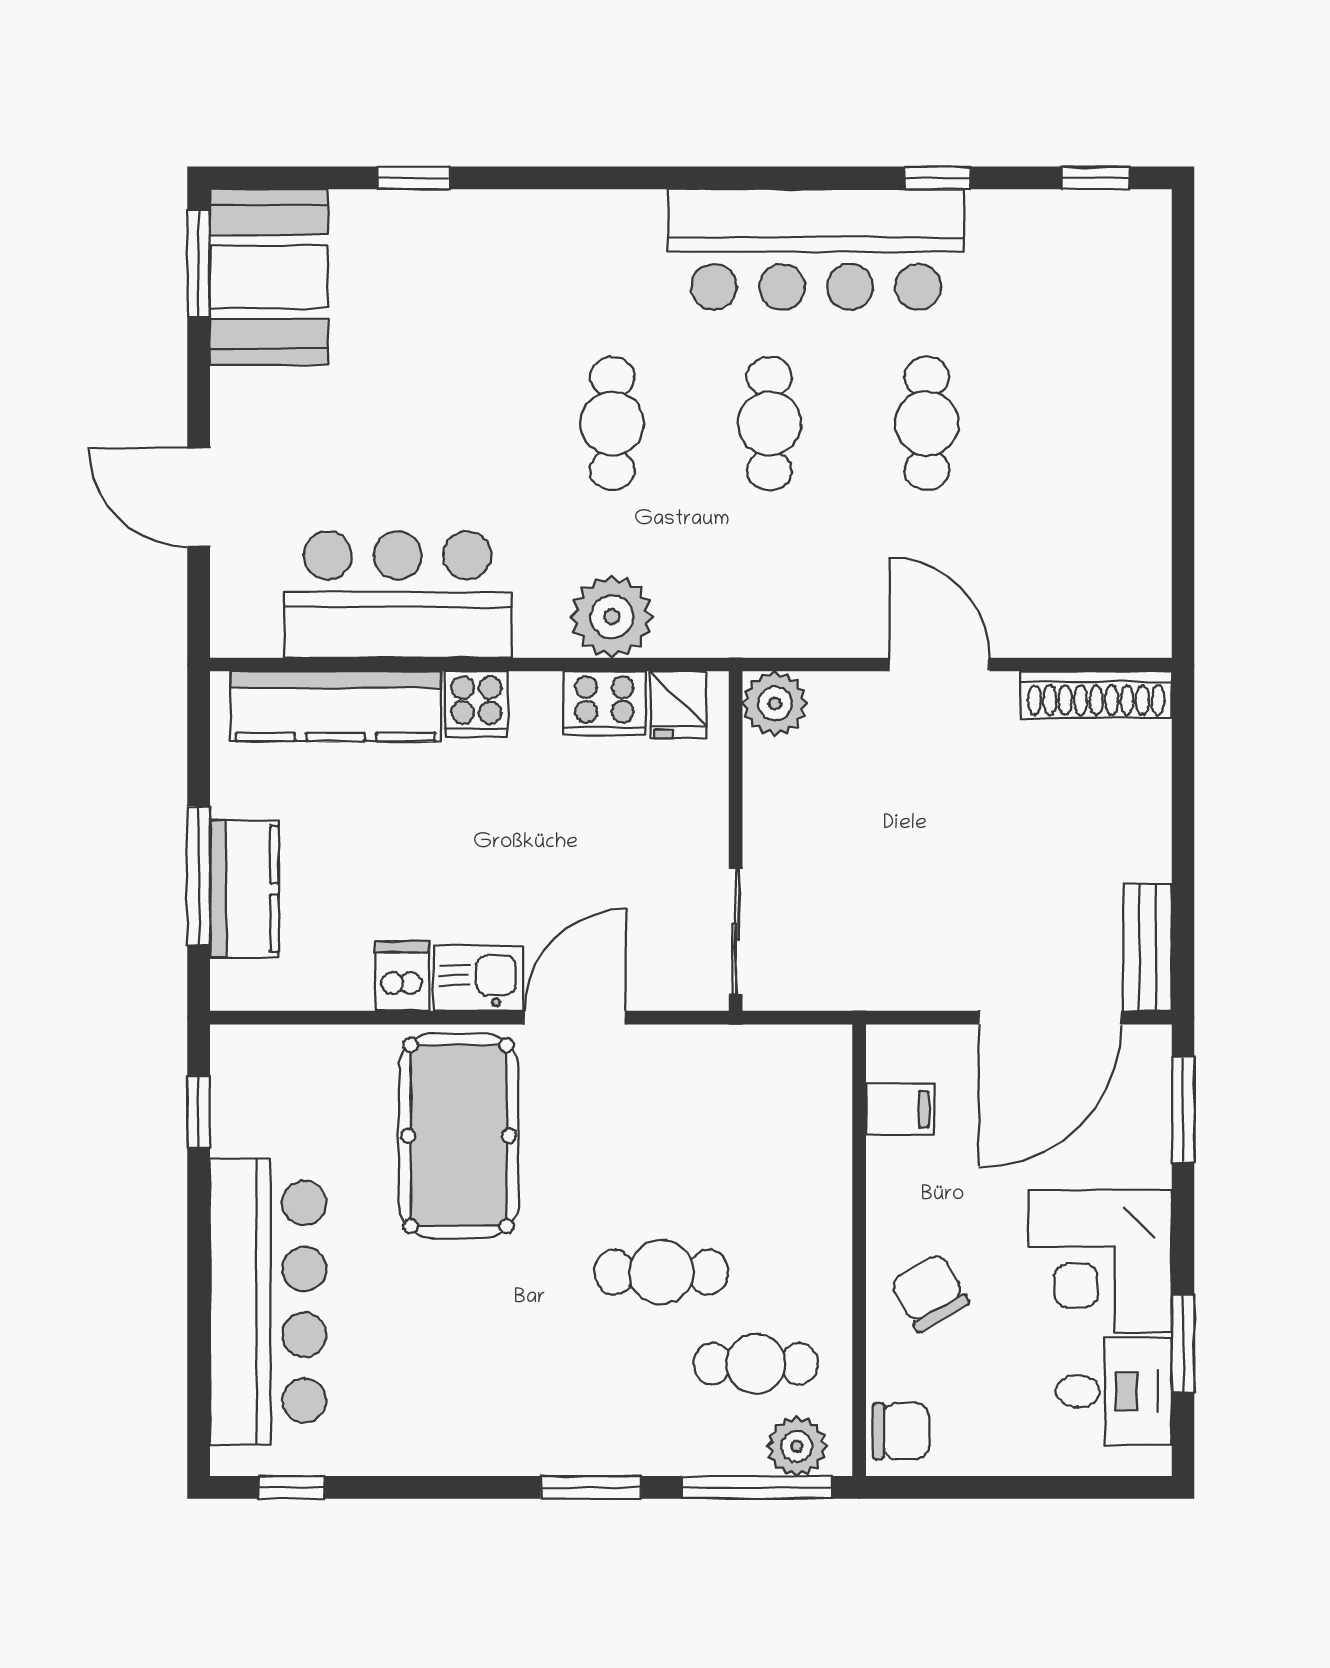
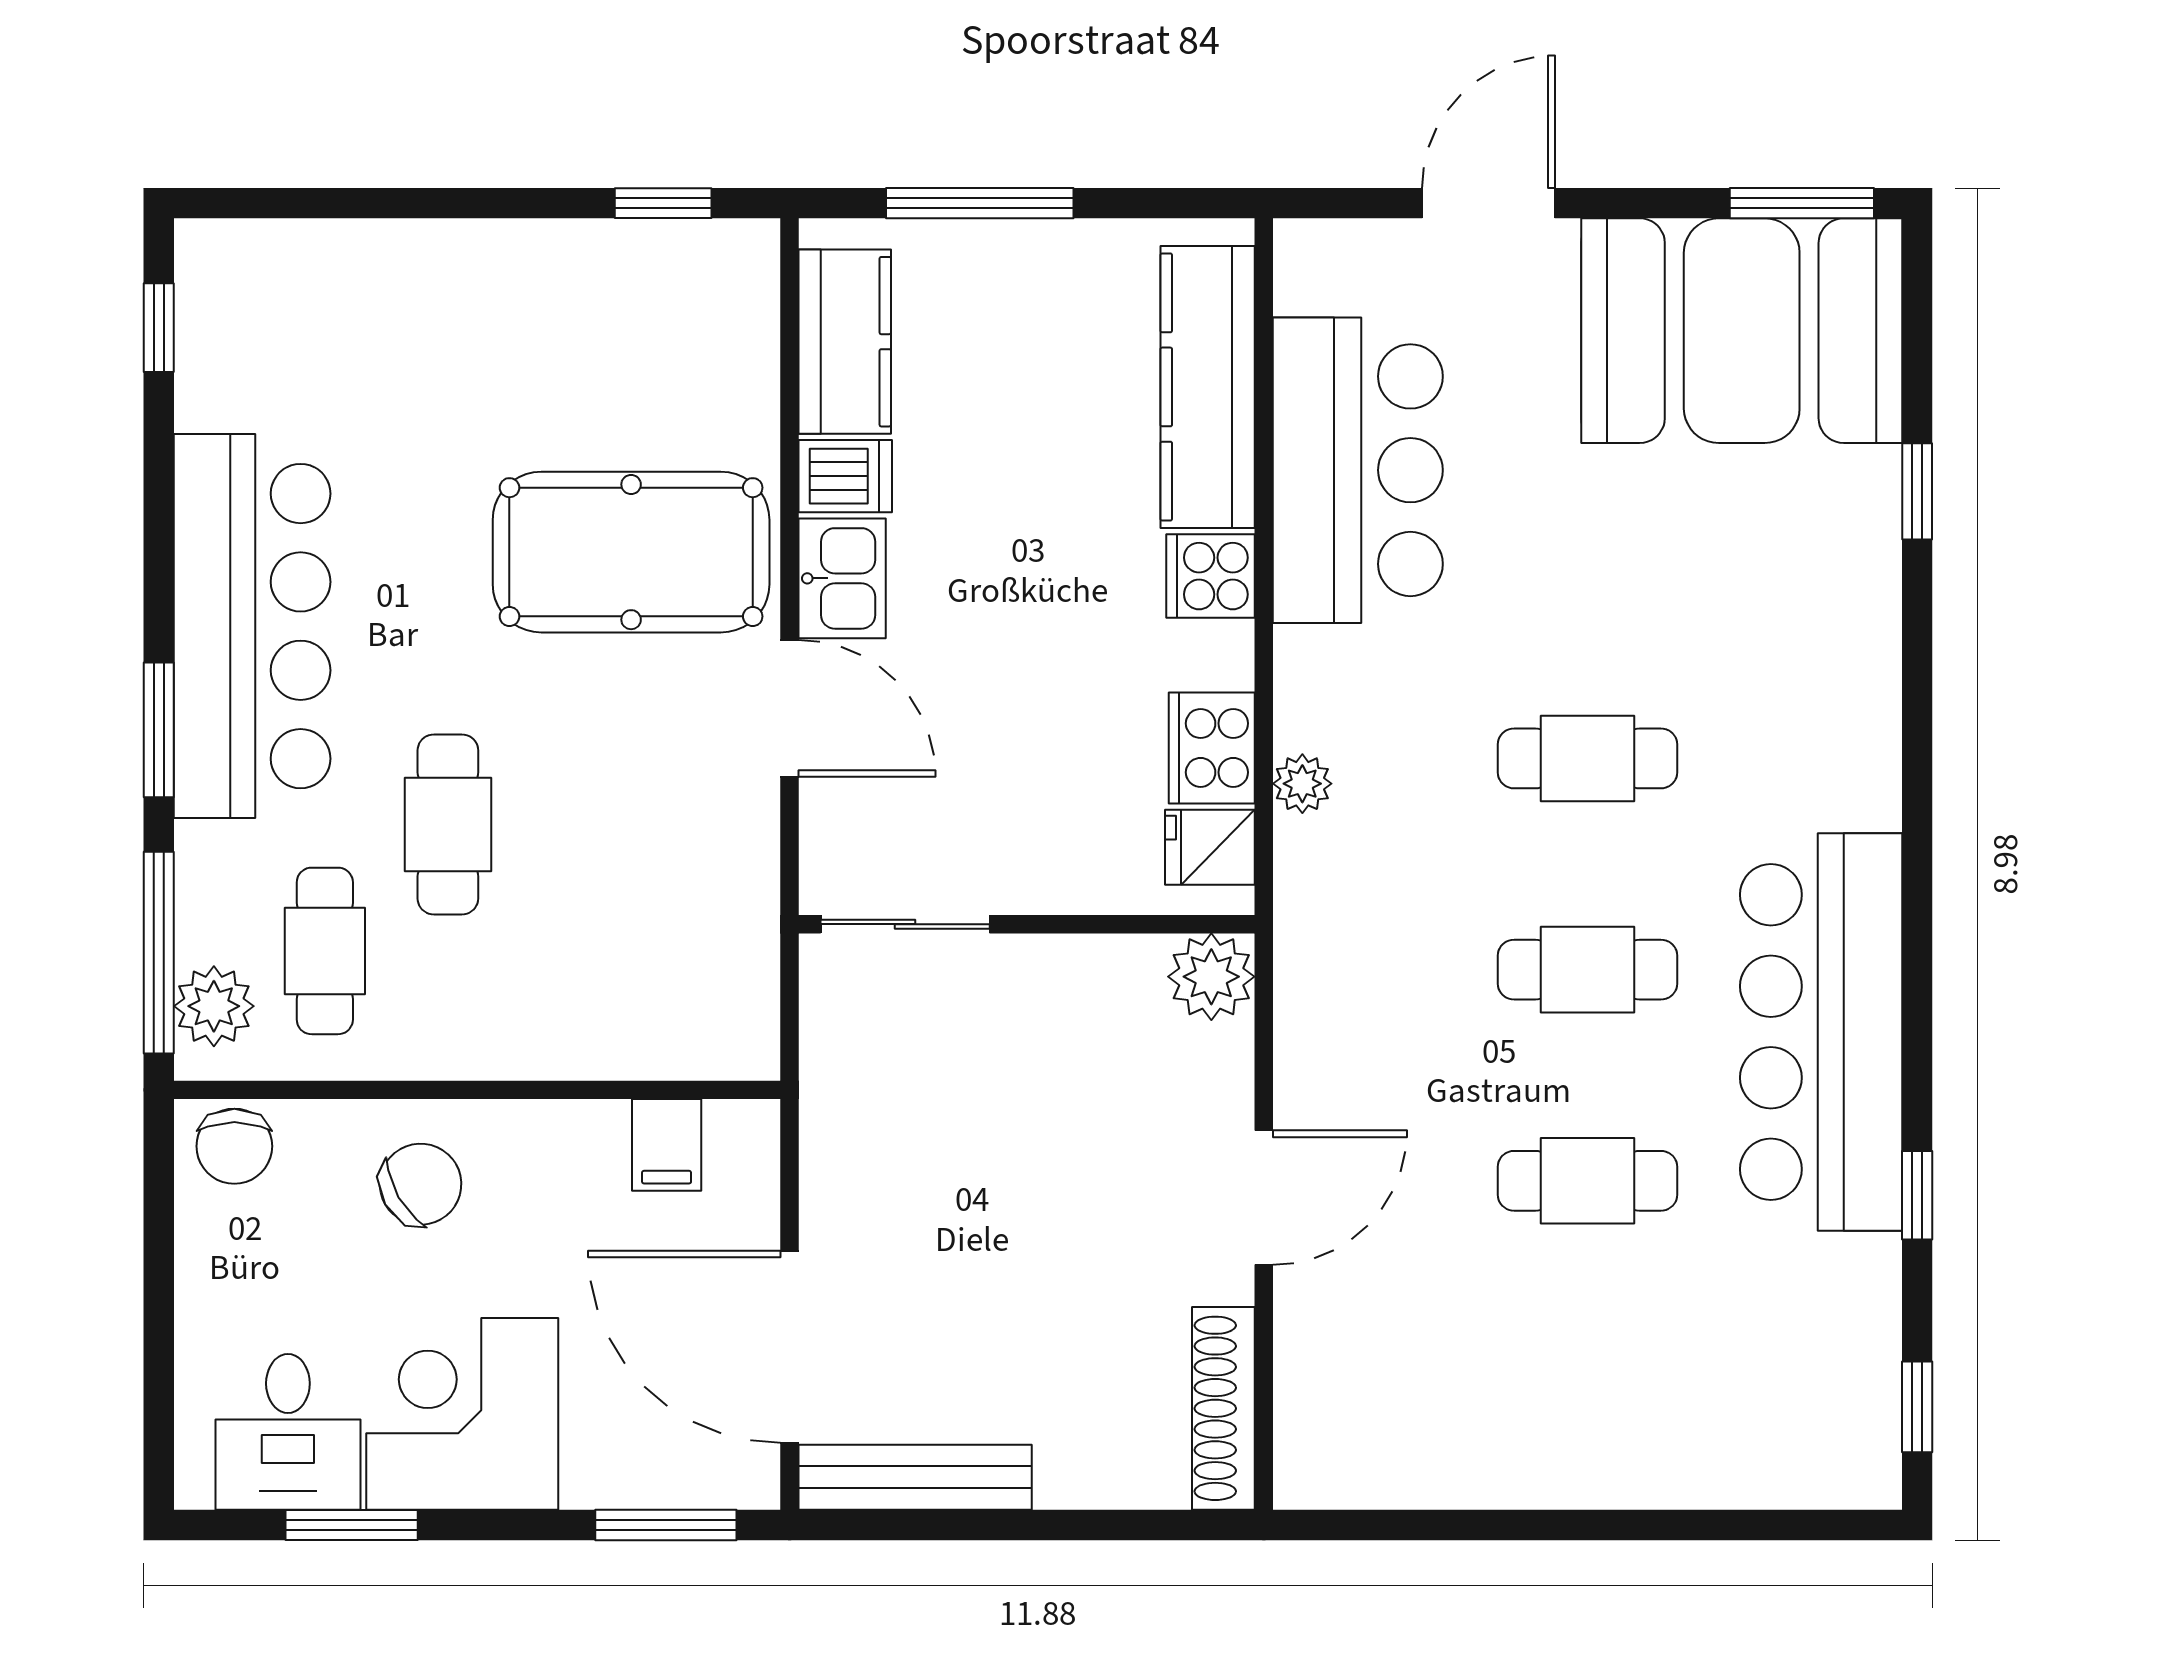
booth: (269, 277) -> (1742, 331), width x1.36, depth x1.42
plant: (612, 617) -> (1302, 784), width x0.53, depth x0.53
kitchen counter: (244, 889) -> (845, 342), moved, turned -90
bench: (1148, 947) -> (915, 1477), width x1.36
bar counter: (268, 1302) -> (252, 626), moved, turned -90

